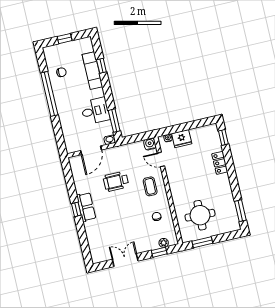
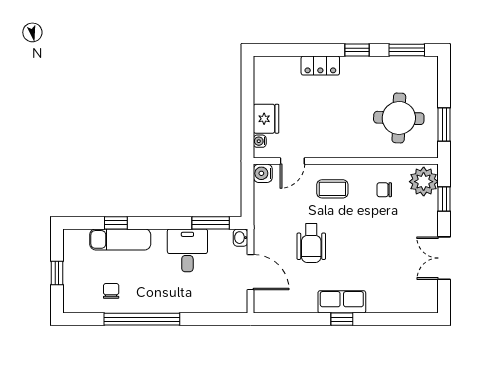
window: (223, 137) -> (357, 50), moved
plant: (164, 243) -> (424, 182), width x1.87, depth x1.87

